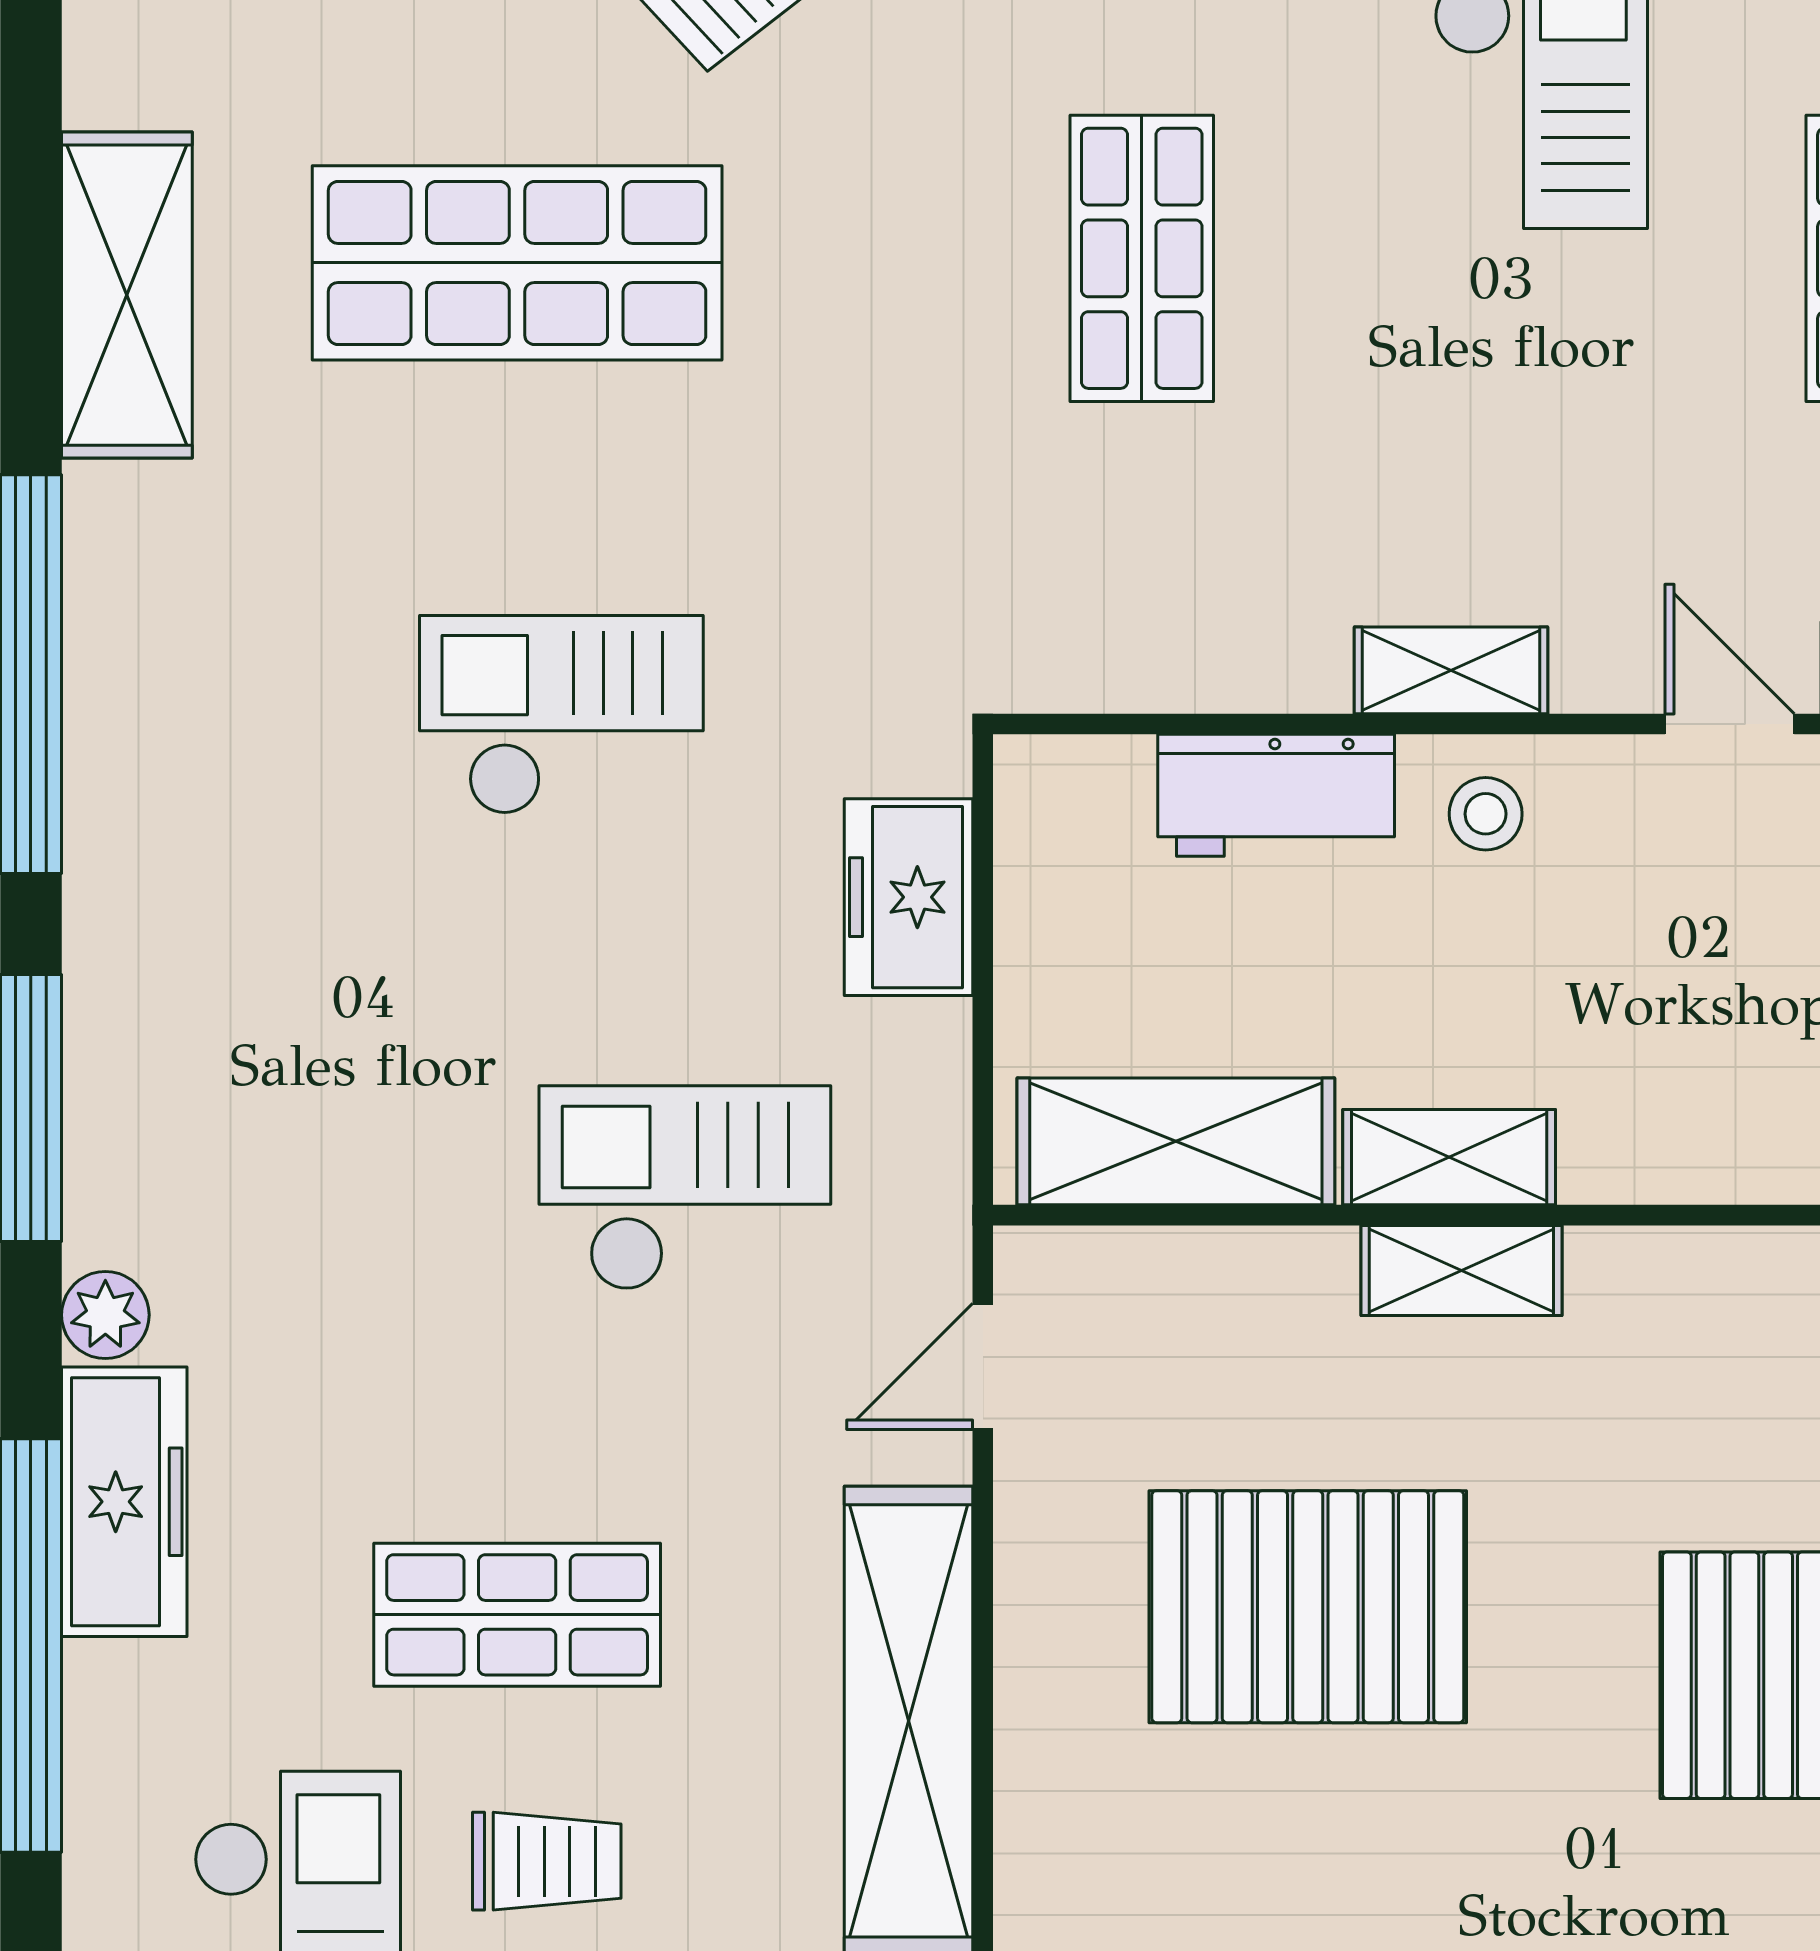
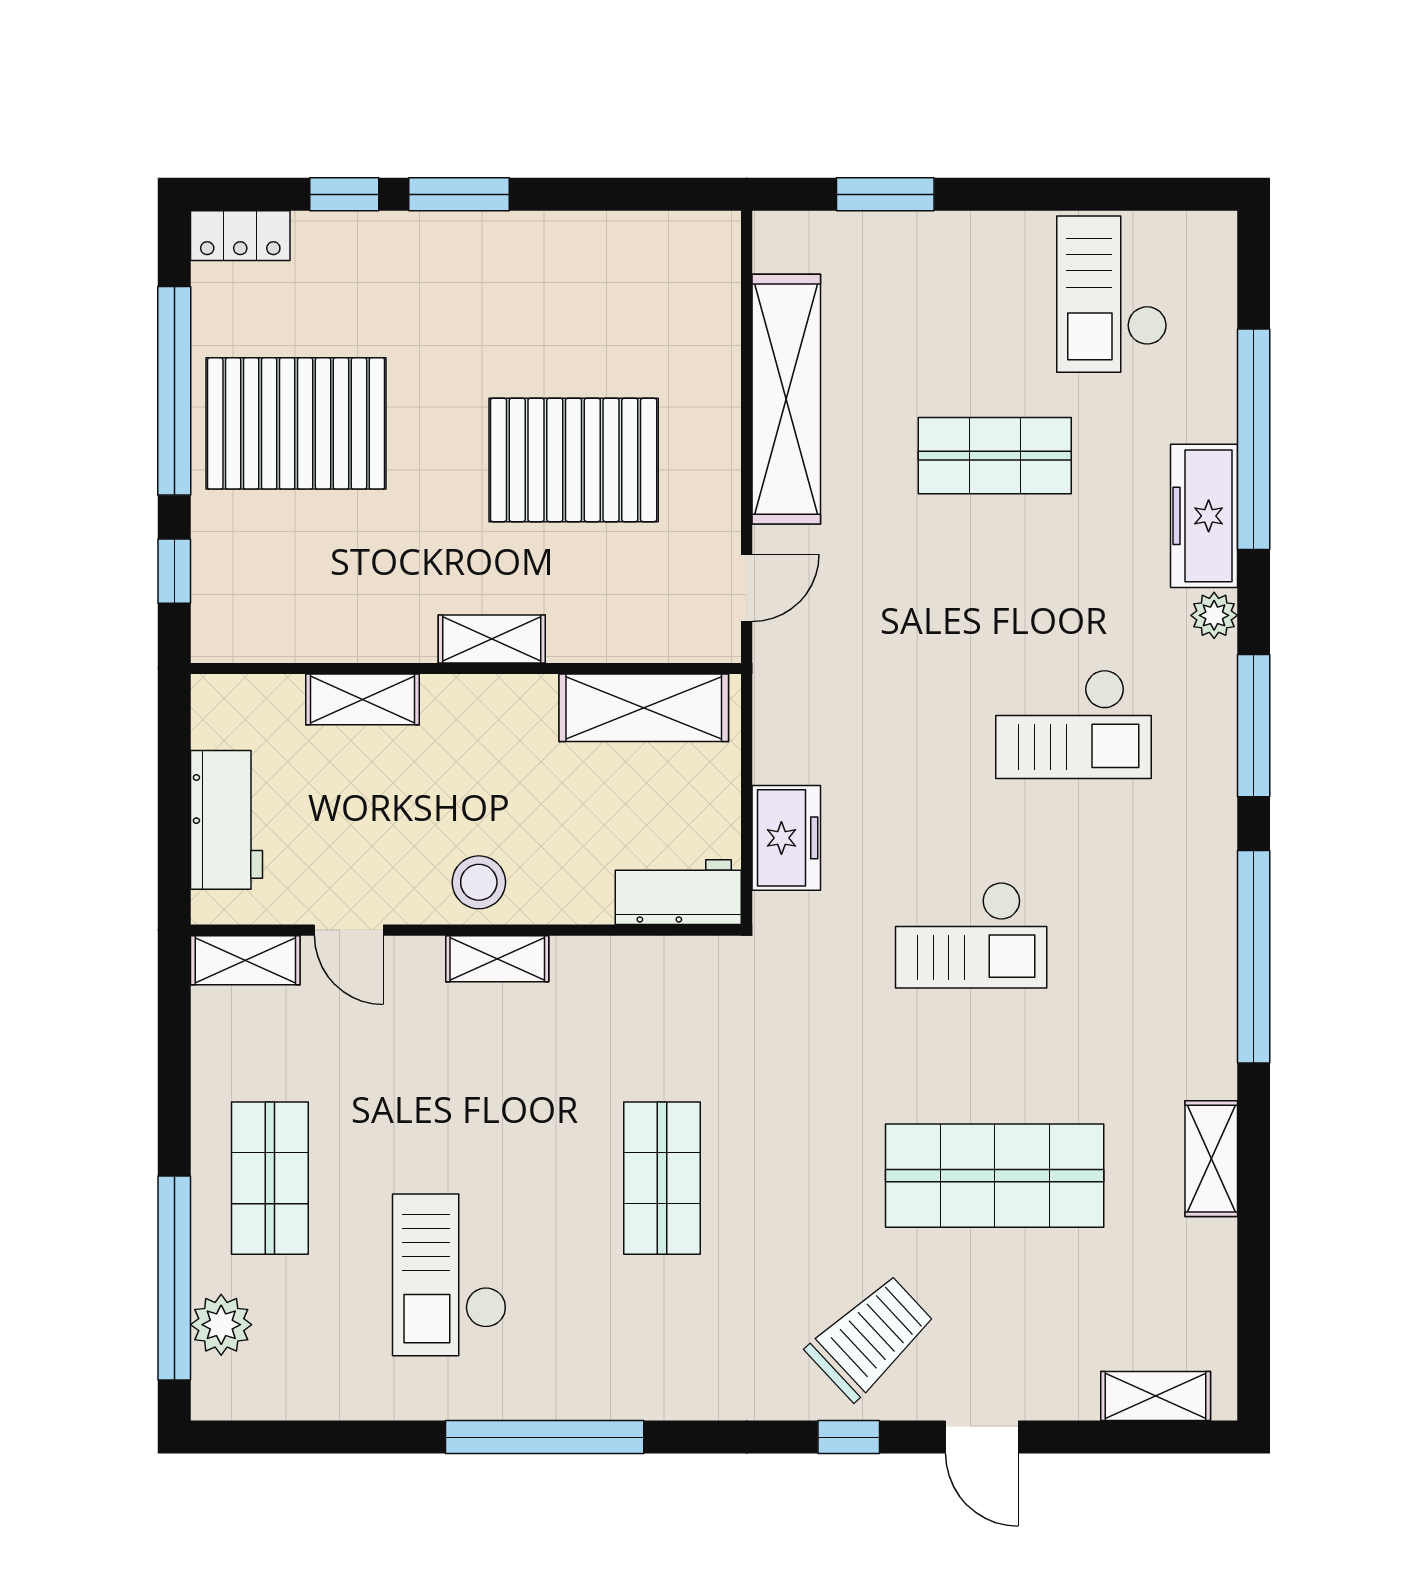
shelving: (127, 295) -> (1211, 1159), width x0.67, depth x0.75
workbench: (1276, 795) -> (678, 892), moved
stool: (1486, 814) -> (479, 882), width x1.37, depth x1.37
shelving: (1449, 1157) -> (363, 699), moved
checkout: (685, 1188) -> (1074, 724), moved
trolley: (547, 1861) -> (979, 324), removed

